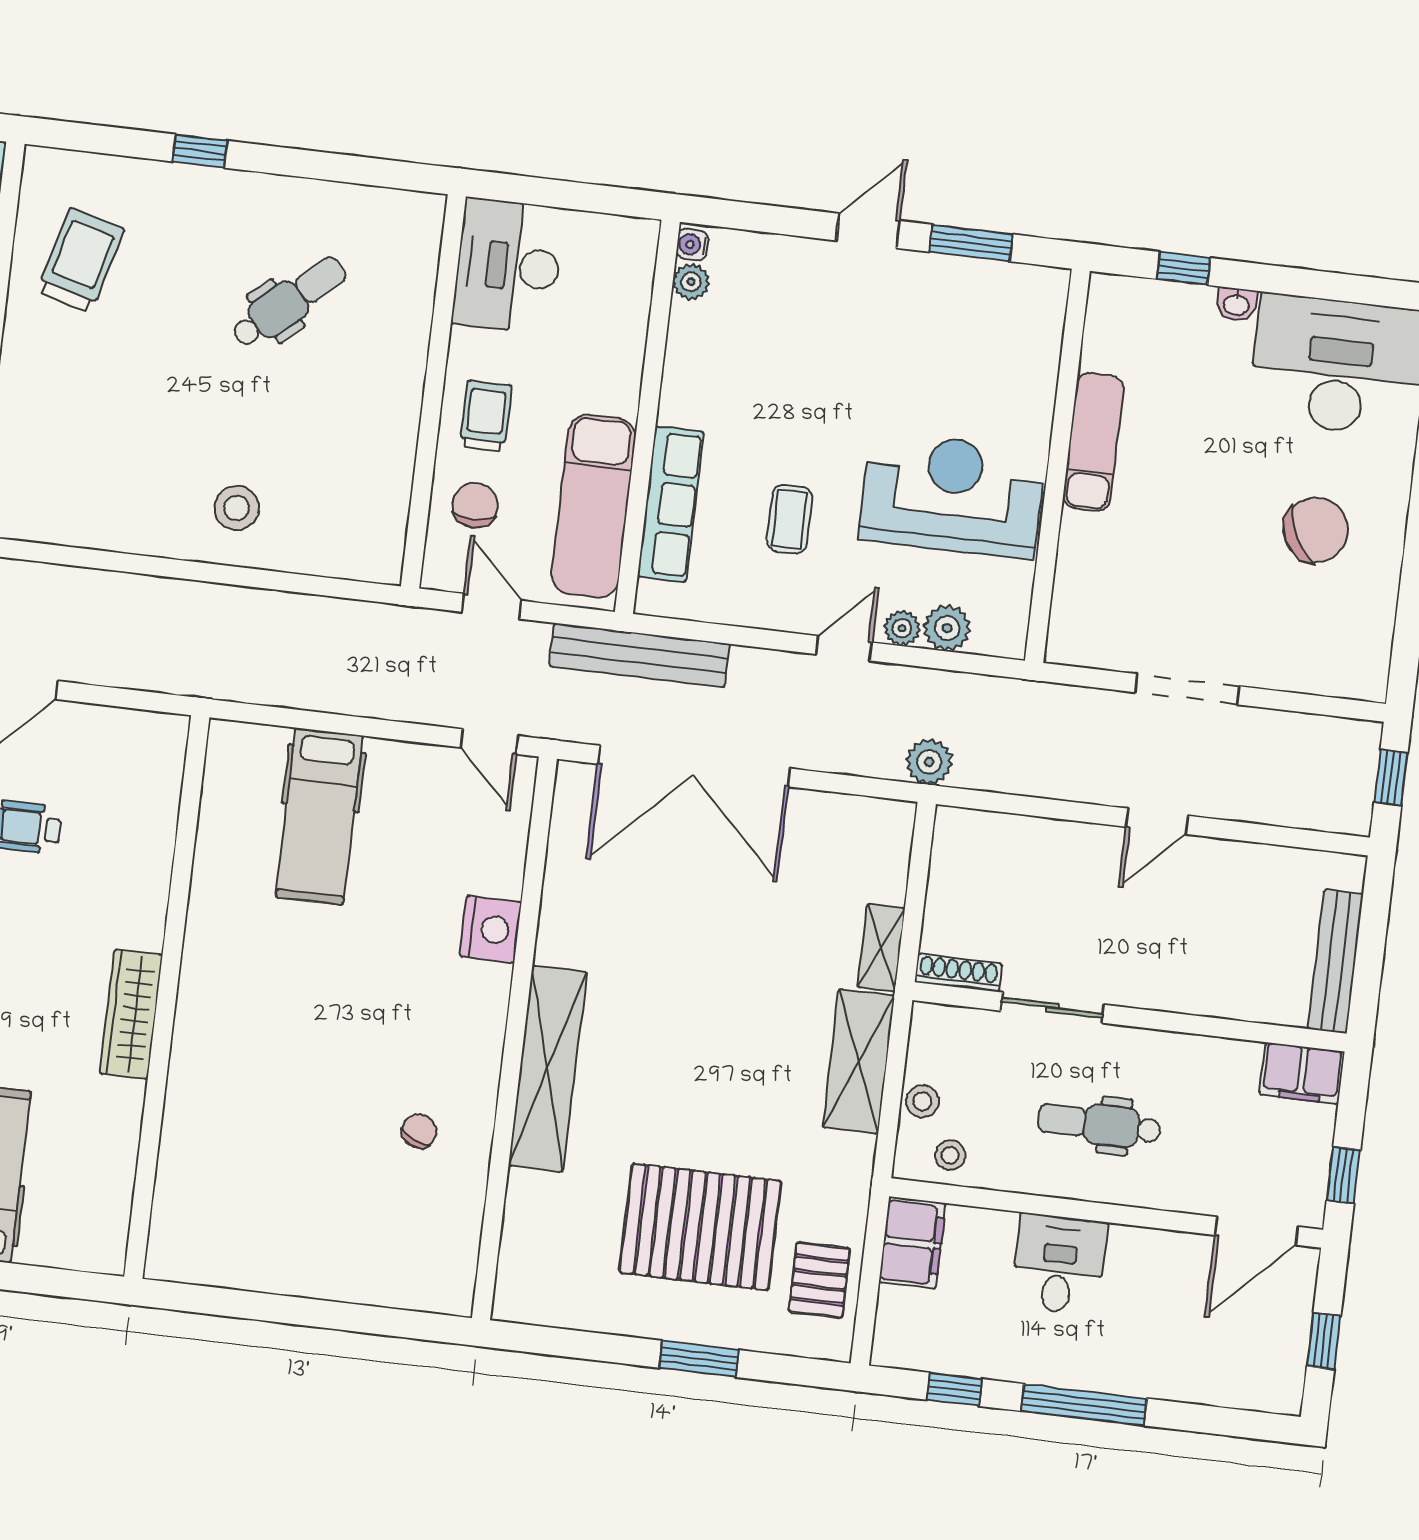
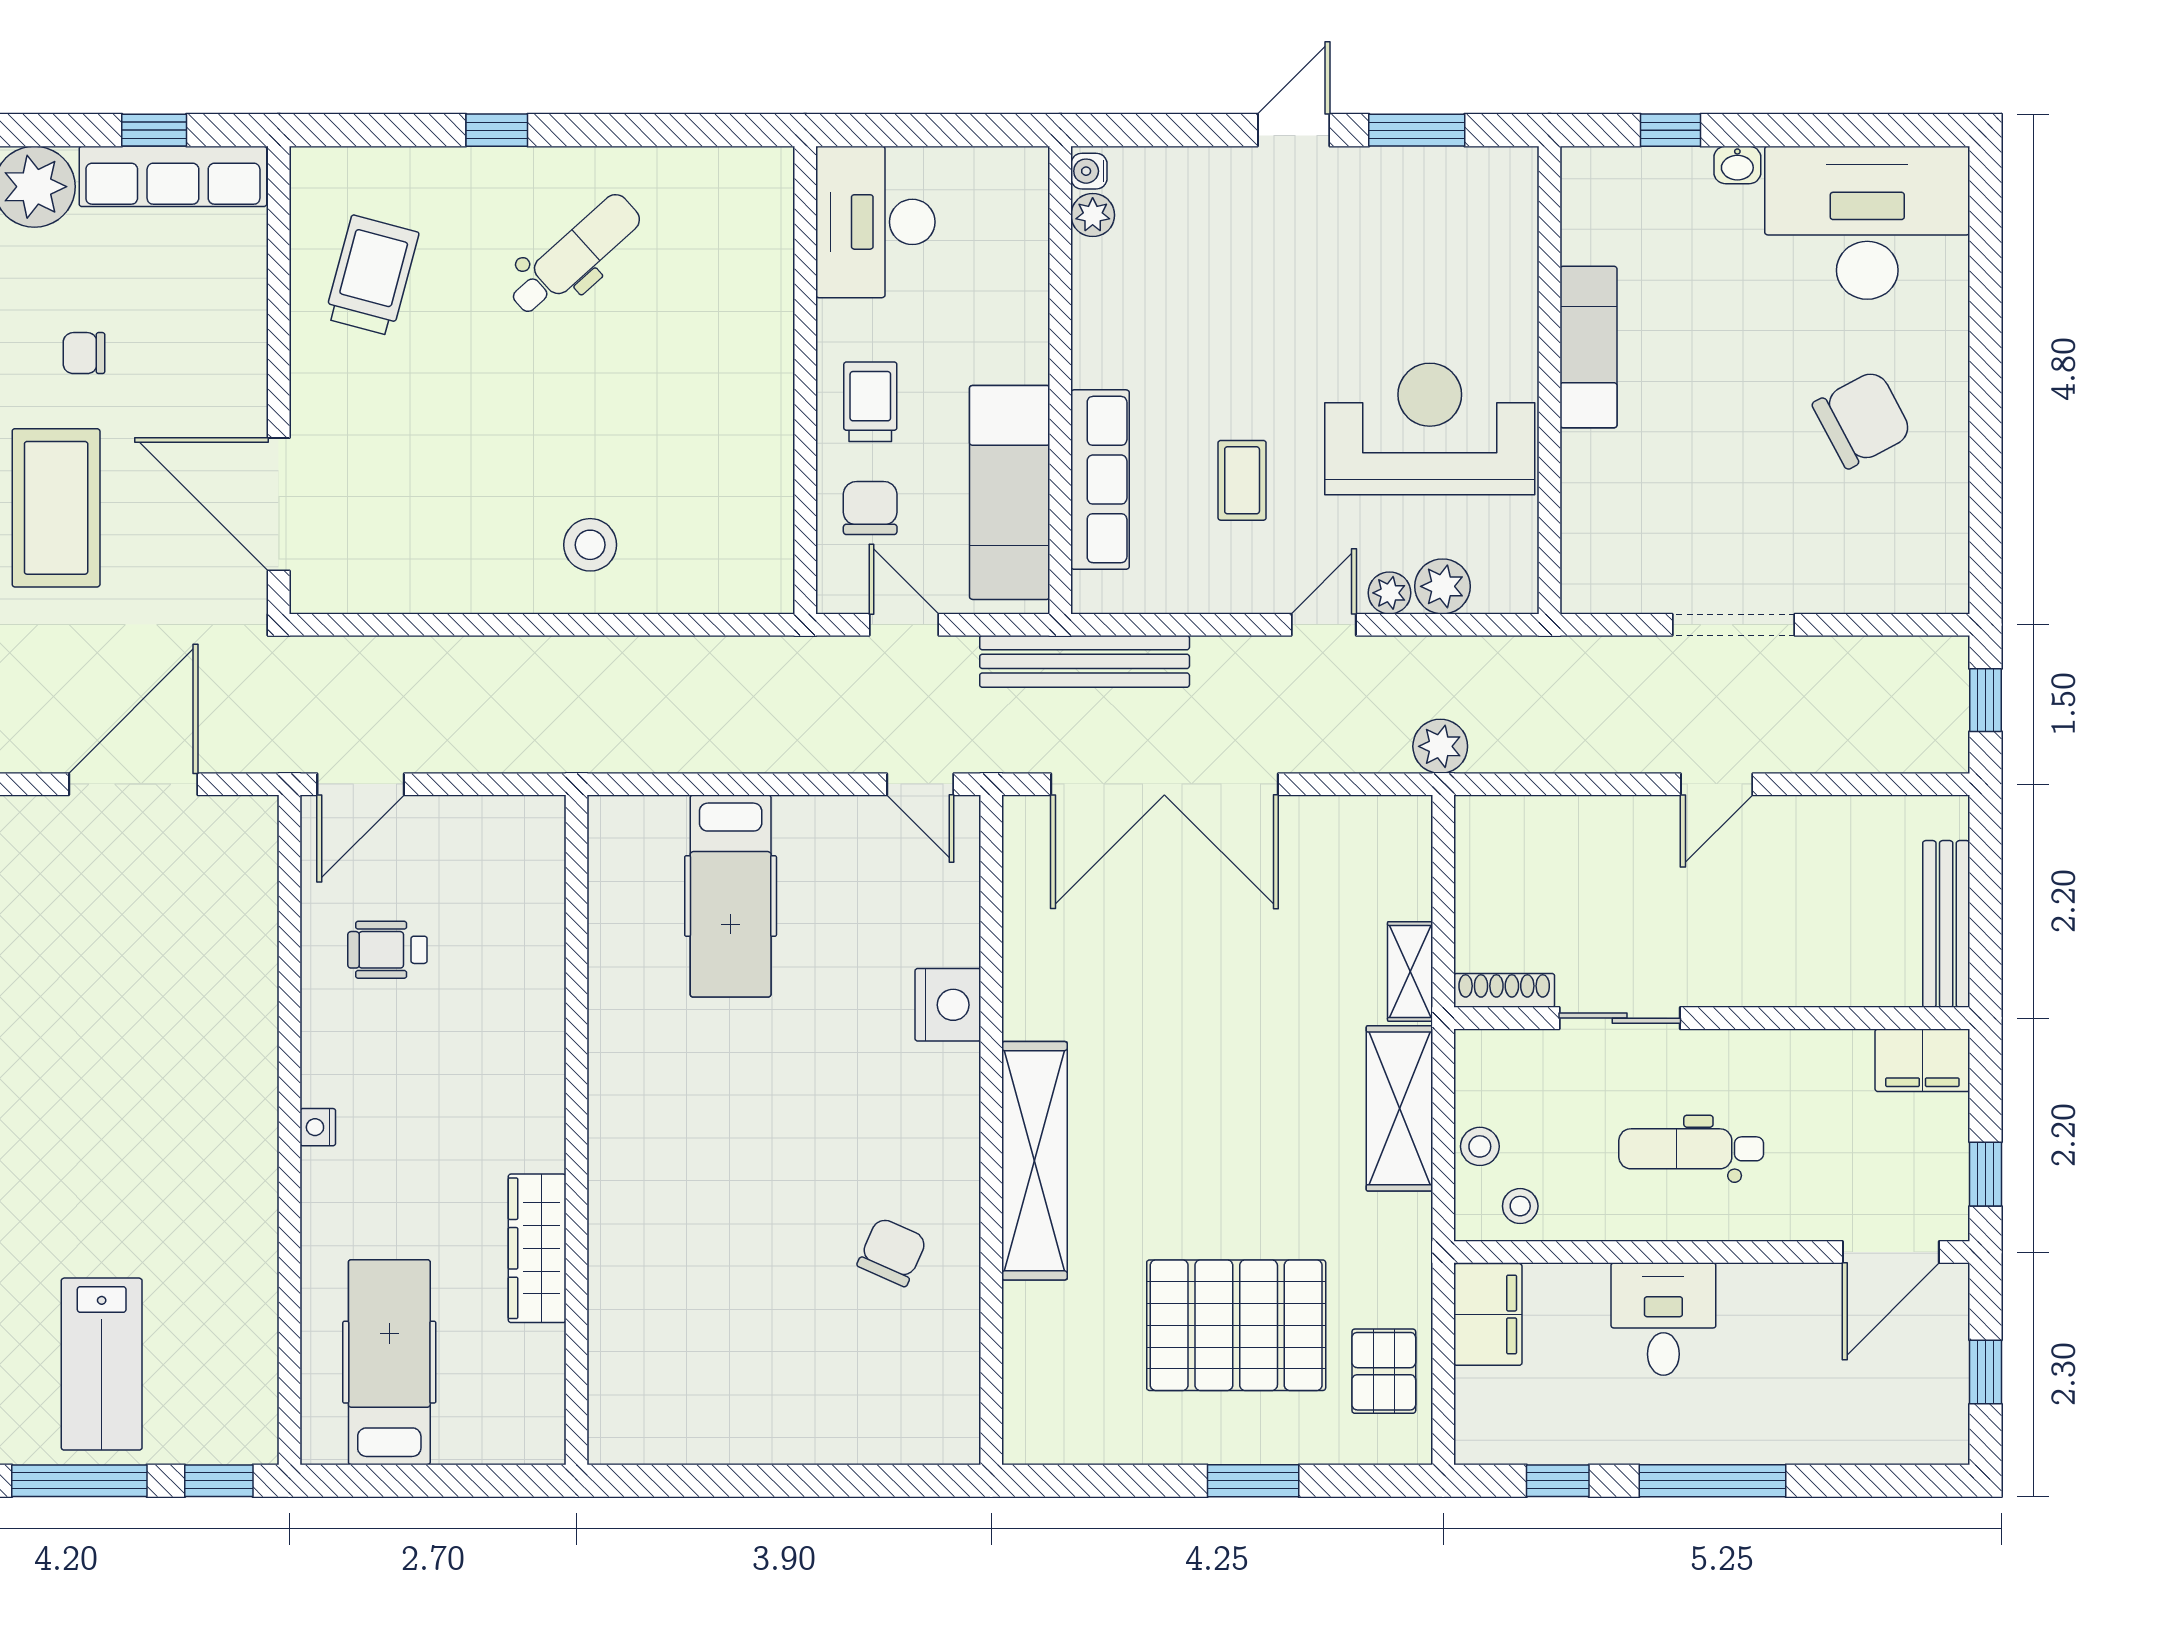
dental chair: (289, 302) -> (575, 255), moved
wardrobe: (131, 1014) -> (537, 1248), moved
chair: (419, 1131) -> (892, 1252), width x1.37, depth x1.37

